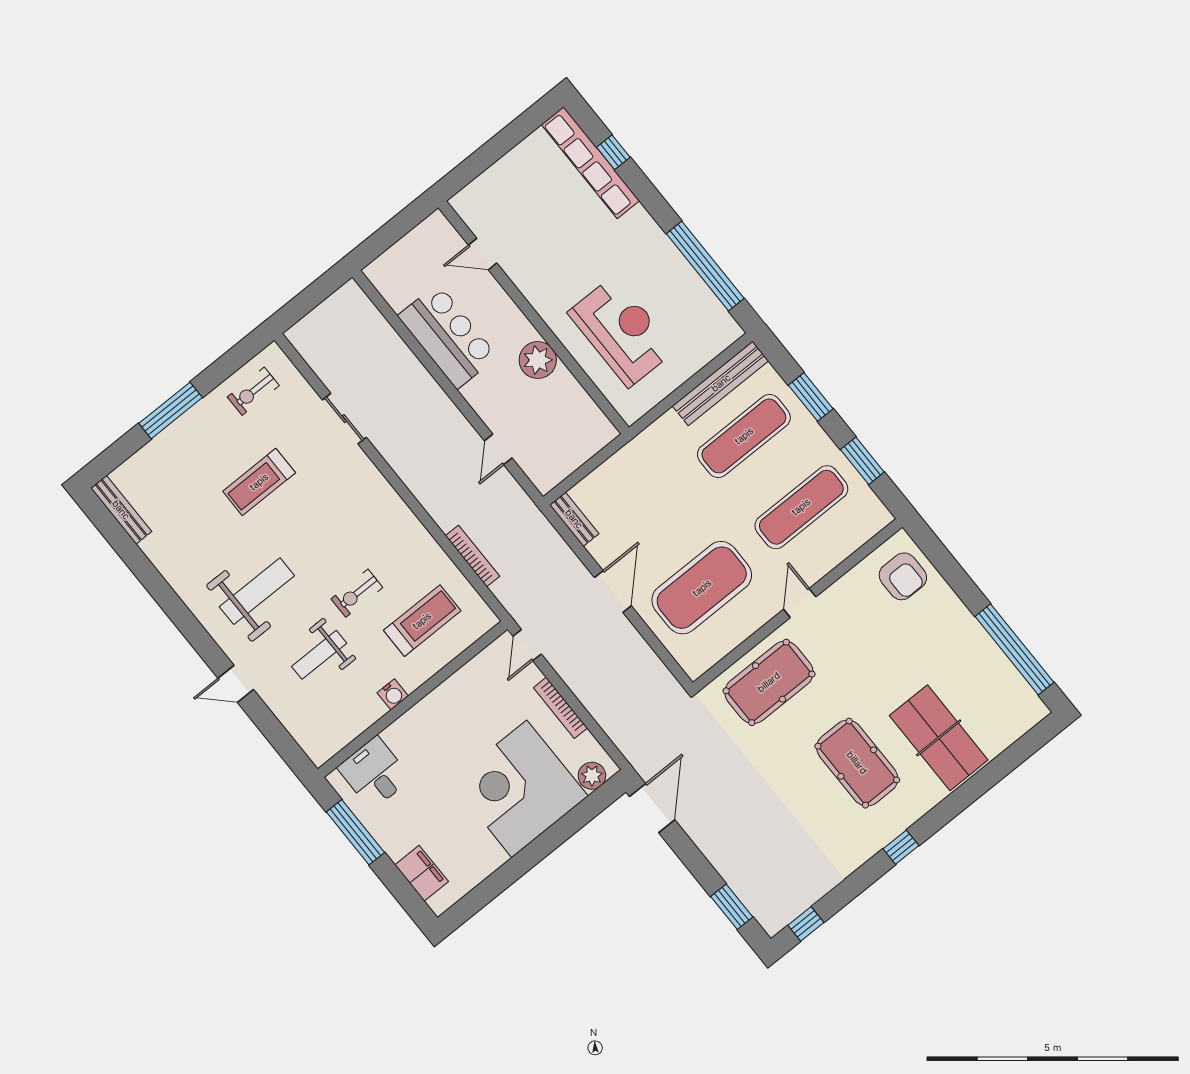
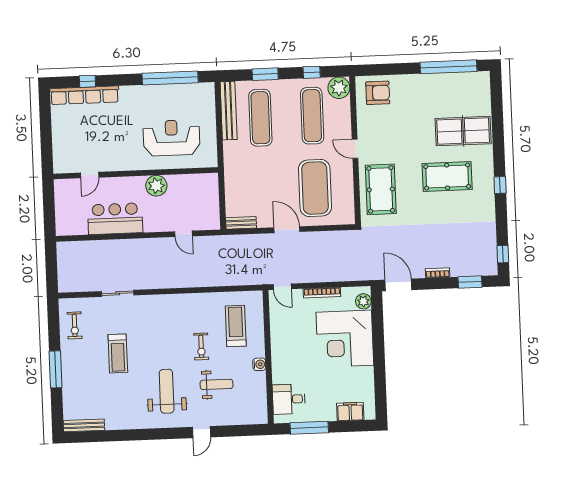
window: (862, 461) -> (312, 72), width x0.67
plant: (869, 516) -> (339, 88), added
bookcase: (472, 556) -> (438, 273), moved, width x0.64
weight bench: (319, 655) -> (216, 384), turned -90

